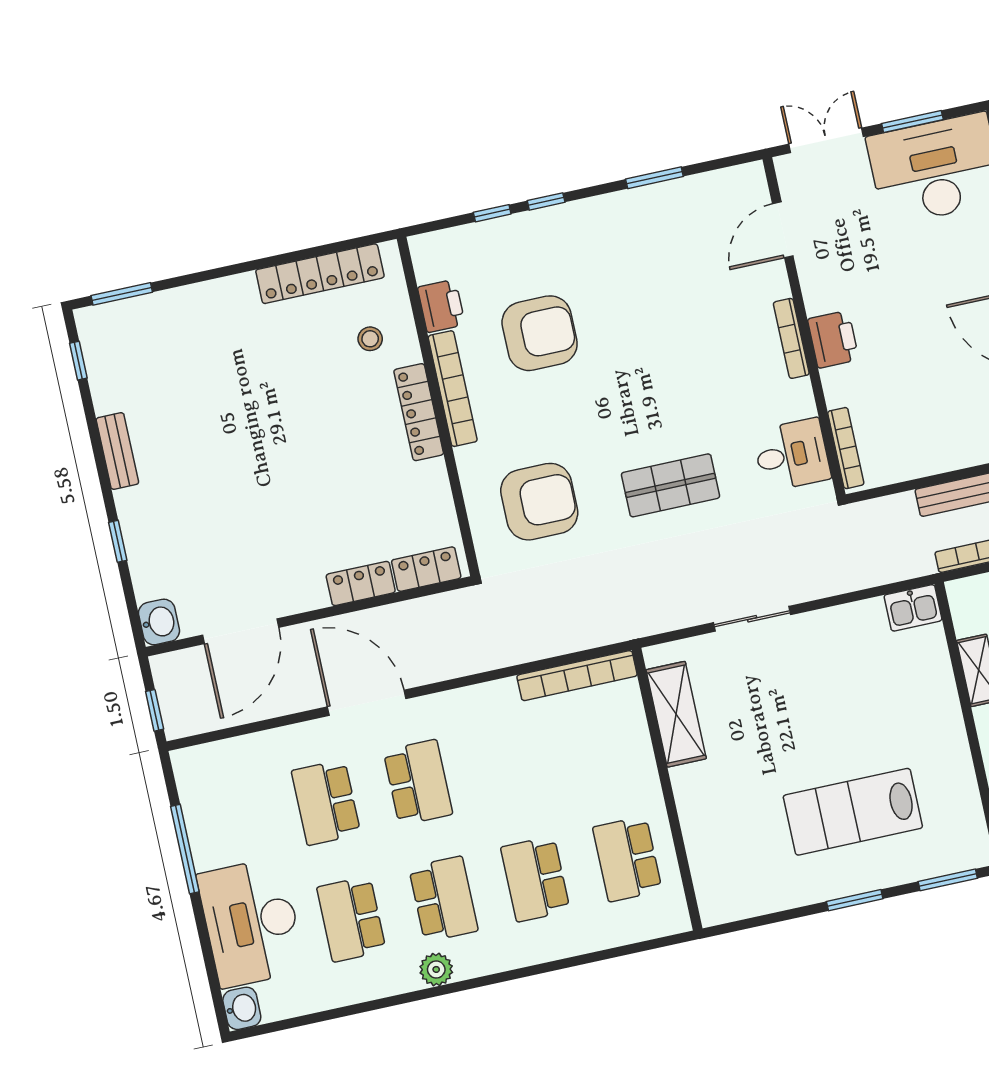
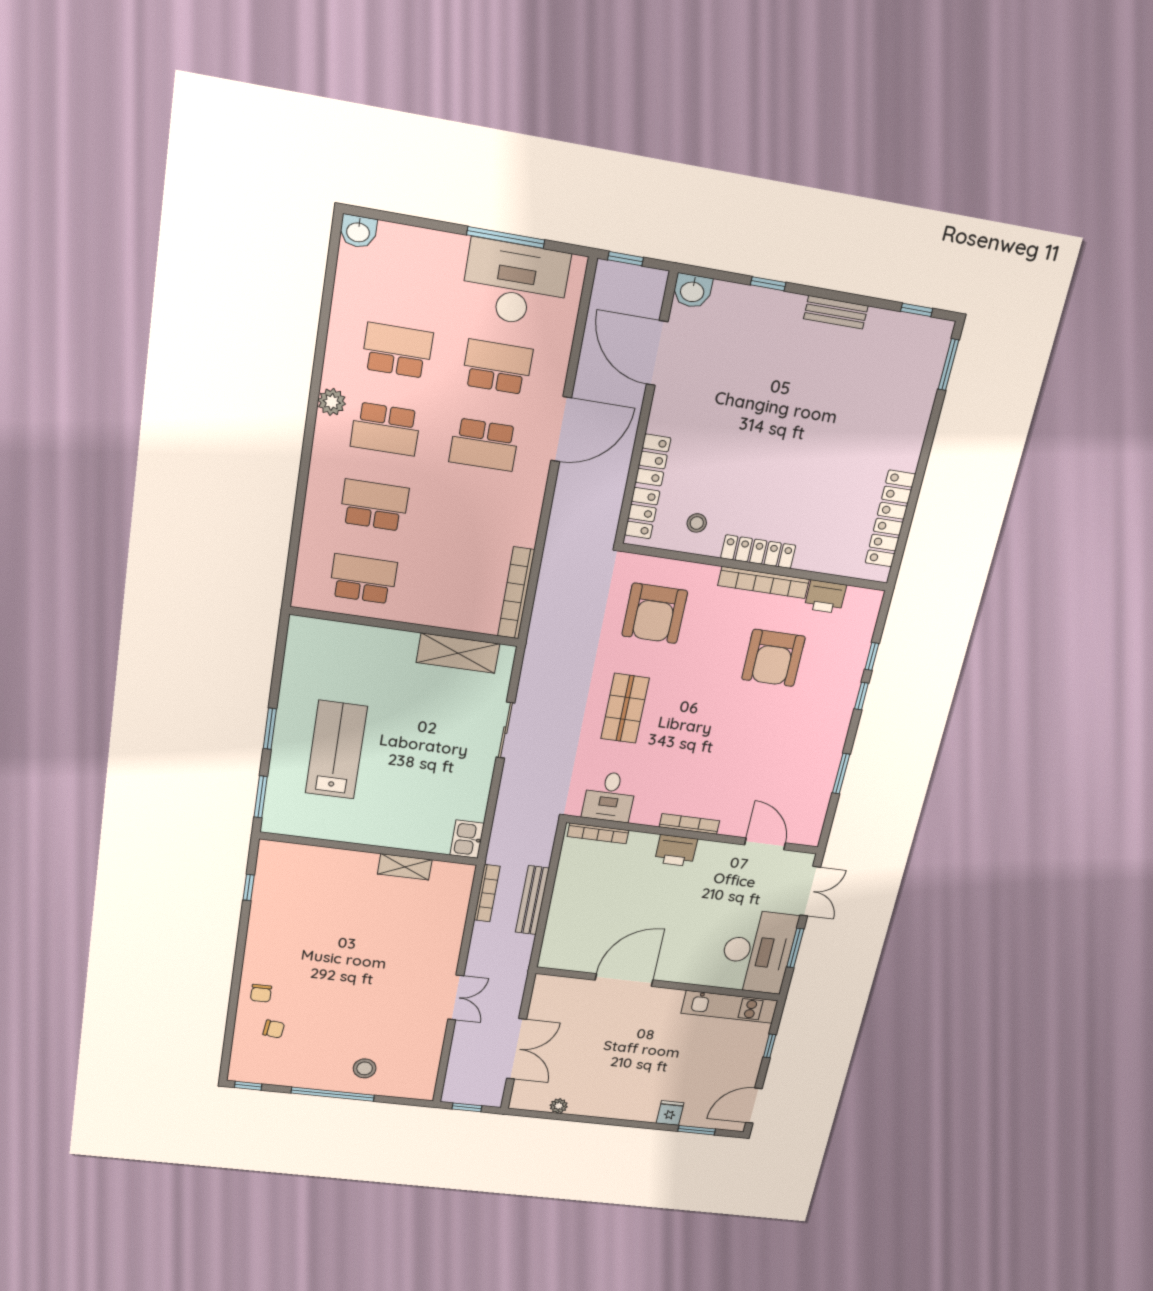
stool: (370, 339) -> (697, 523), moved
desk: (251, 923) -> (515, 283), moved

